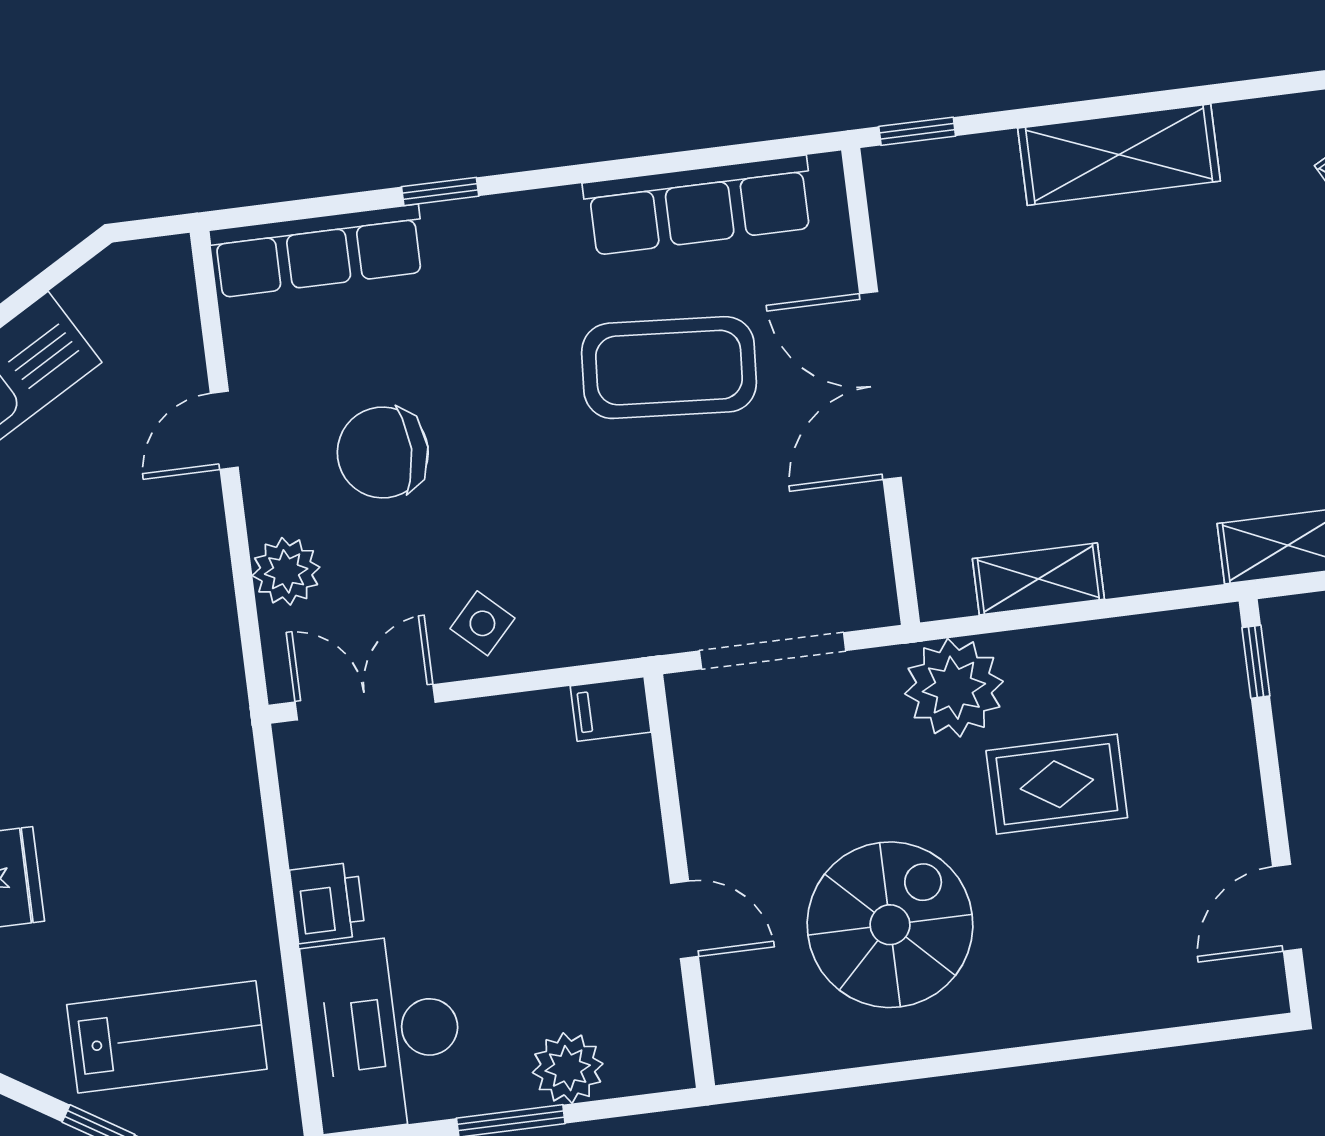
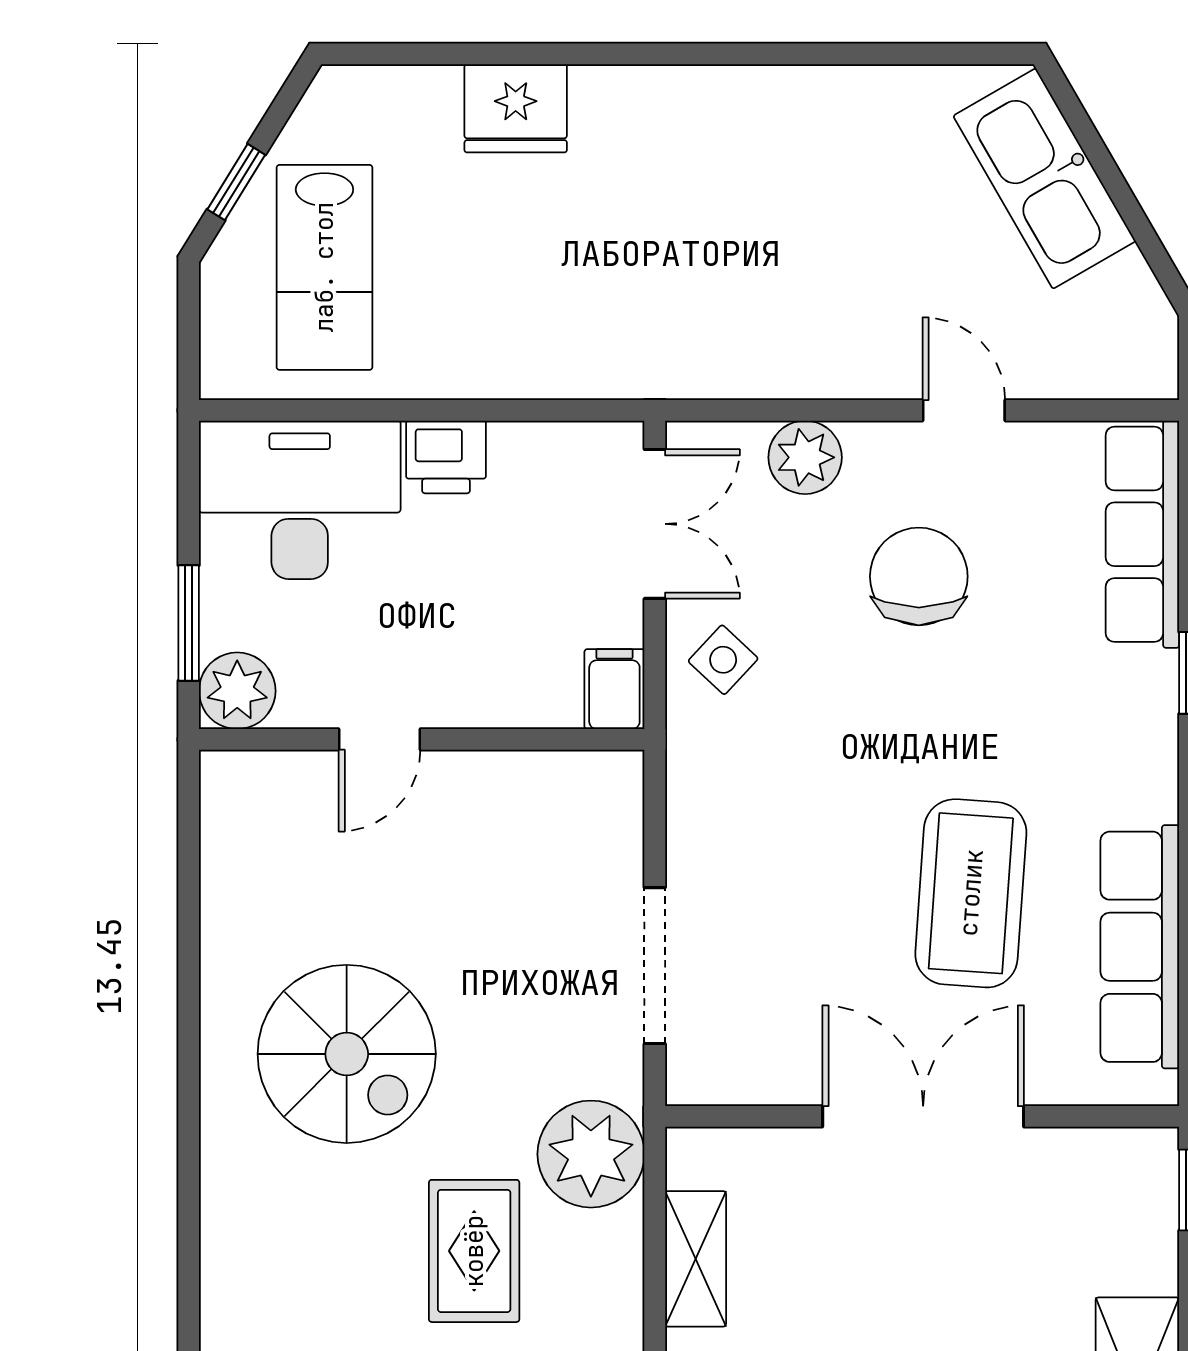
filing cabinet: (611, 709) -> (614, 689), moved
wall: (680, 881) -> (422, 739), moved
door: (685, 920) -> (380, 739), moved

